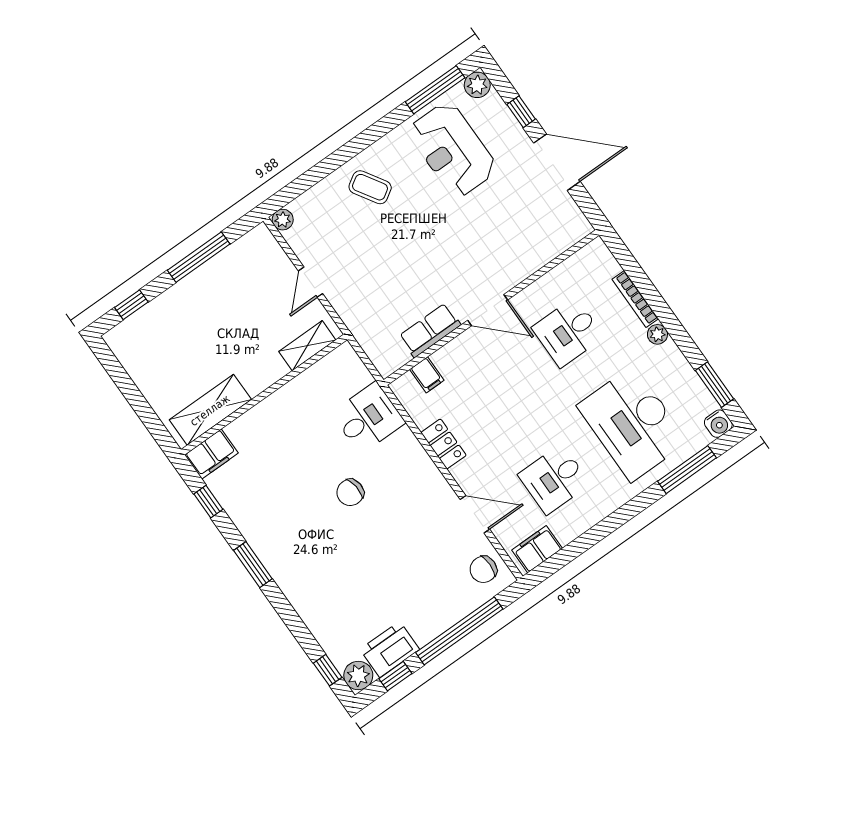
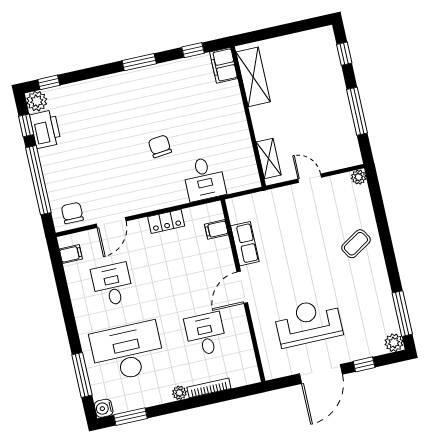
reception desk: (452, 150) -> (308, 322), moved
filing cabinet: (537, 549) -> (71, 254), width x0.50

